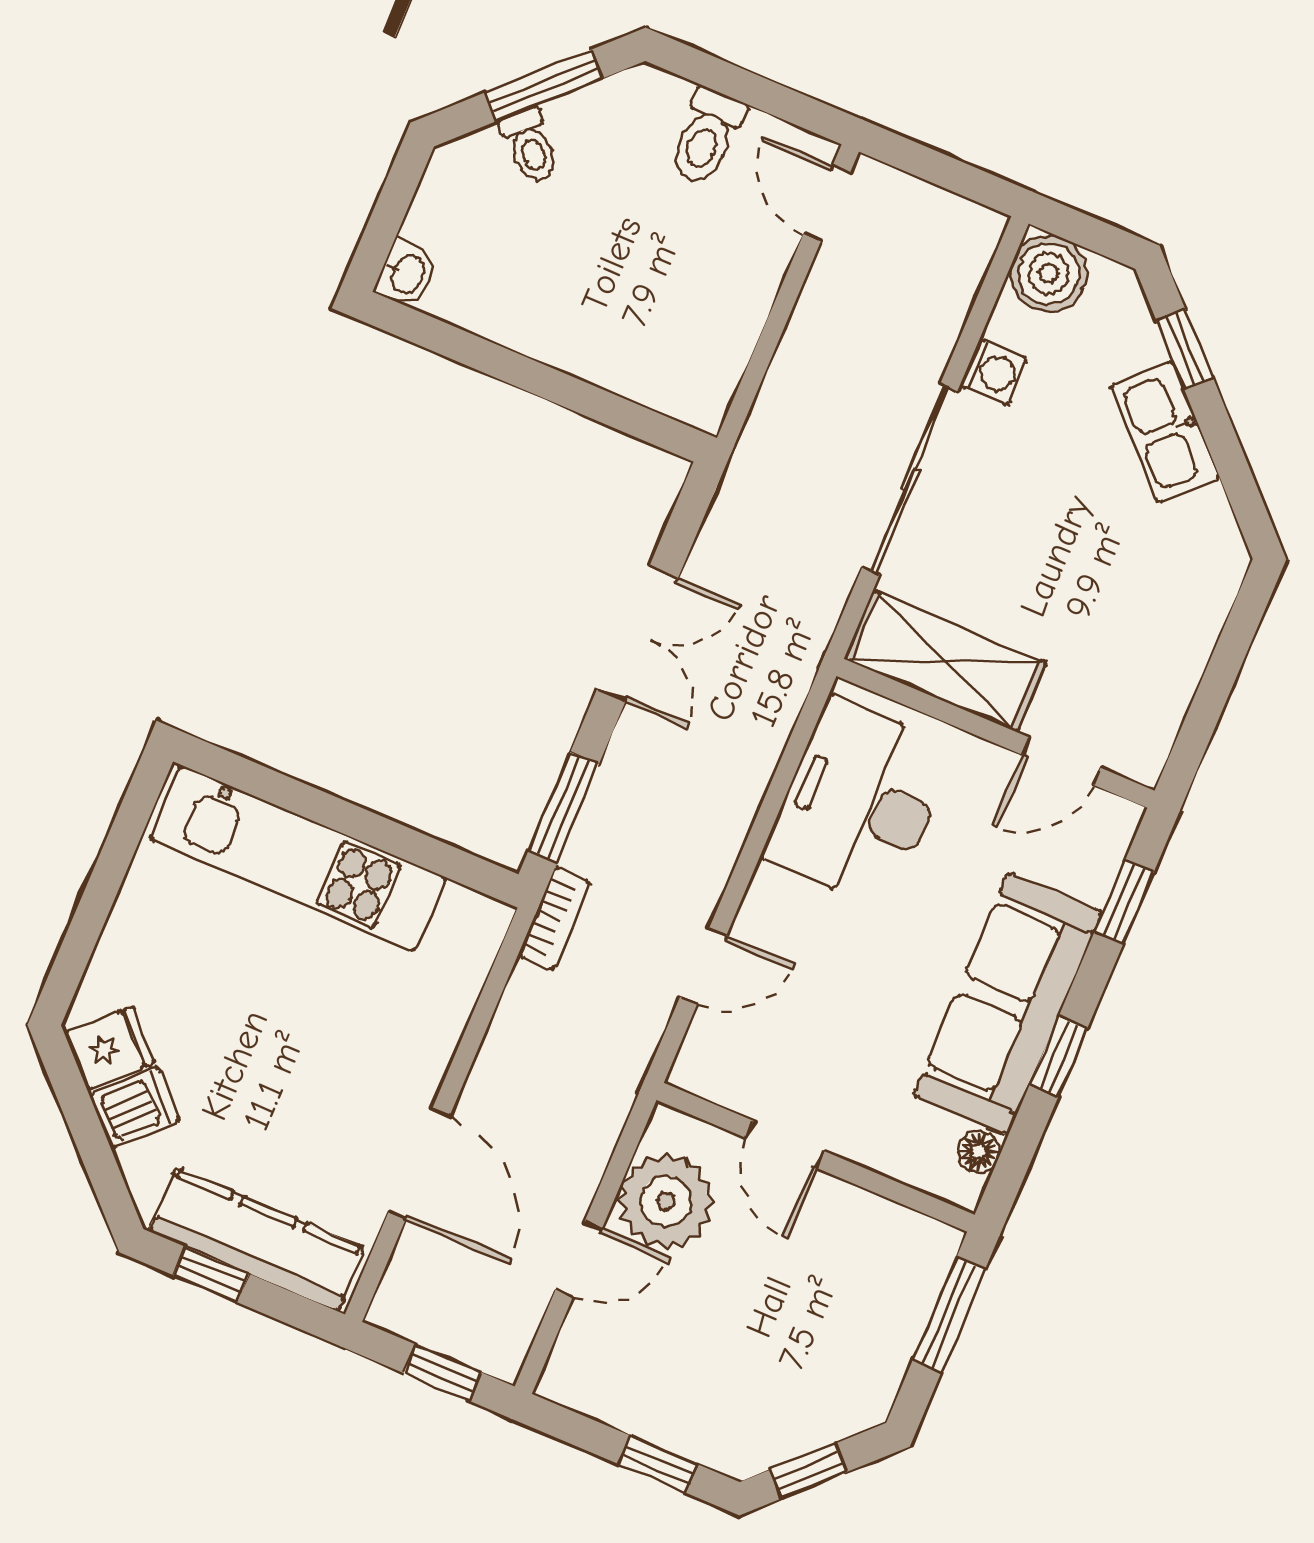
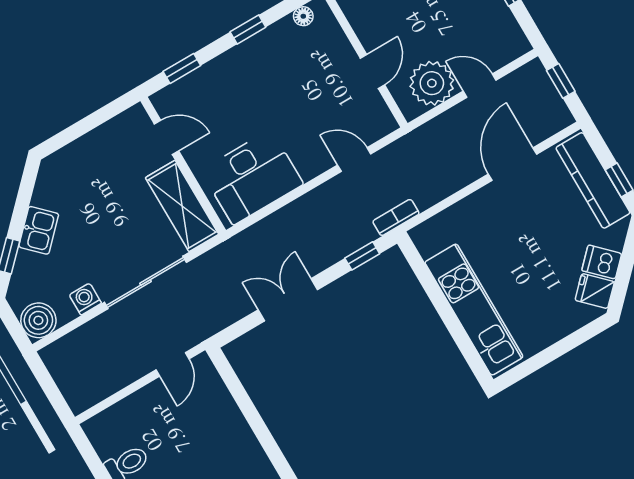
door: (827, 203) -> (172, 364), moved
kitchen sink: (1165, 432) -> (39, 230), width x0.73
window: (564, 807) -> (362, 256), width x0.67
sofa: (1008, 1004) -> (252, 63), removed

